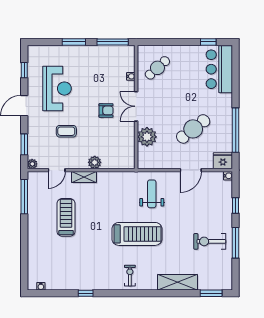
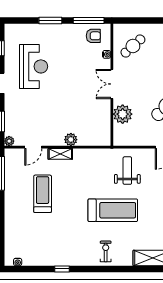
armchair: (106, 110) -> (93, 36), moved
coffee table: (66, 131) -> (43, 109), removed

